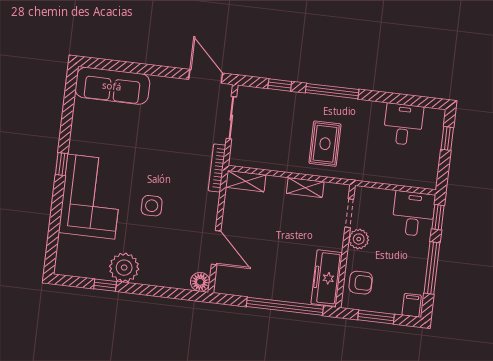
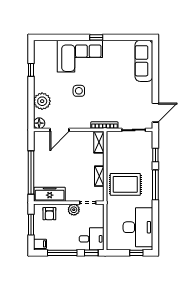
desk: (403, 124) -> (138, 227), width x1.87, depth x1.30
rug: (325, 144) -> (125, 184), width x1.36, depth x1.43
plant: (124, 268) -> (42, 101), moved

